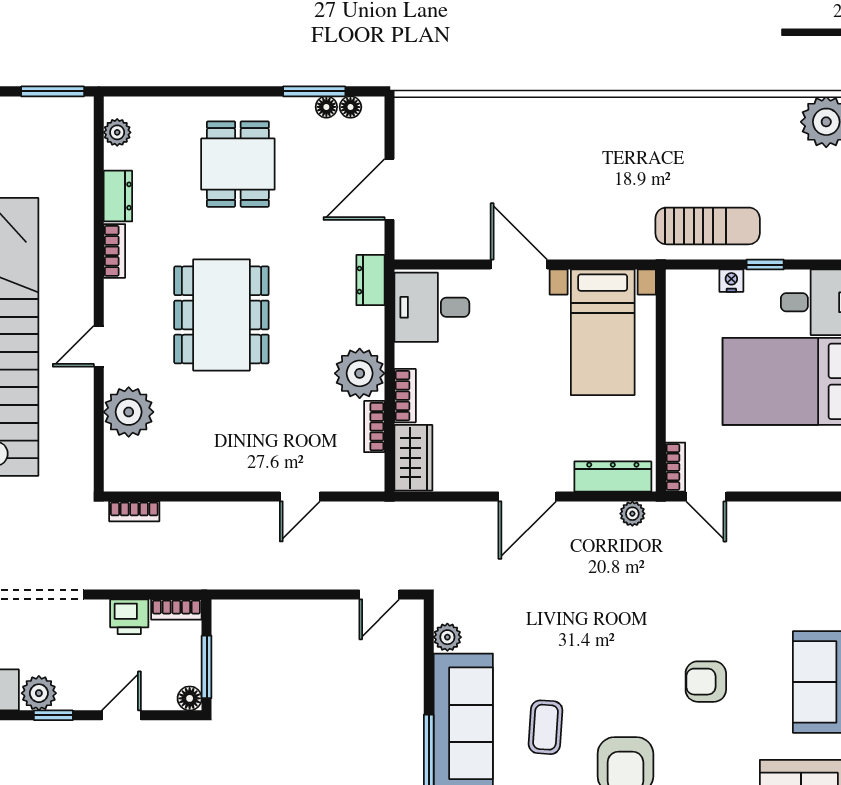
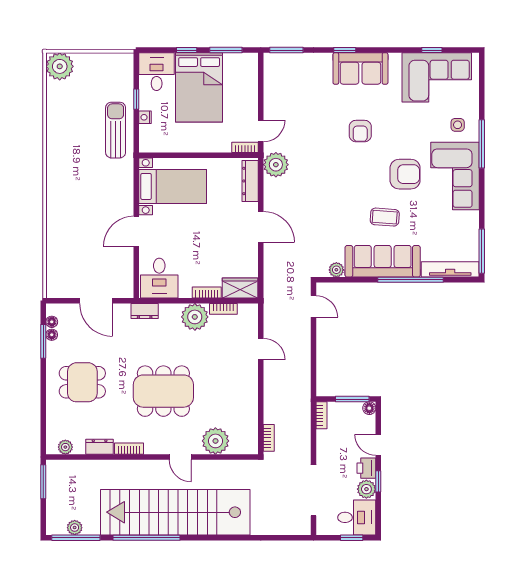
plant: (632, 514) -> (276, 165), width x1.88, depth x1.88
printer: (129, 617) -> (366, 468), moved, turned 180

